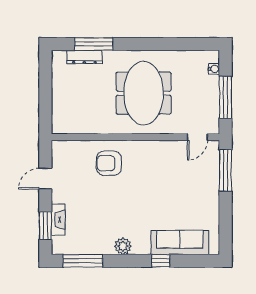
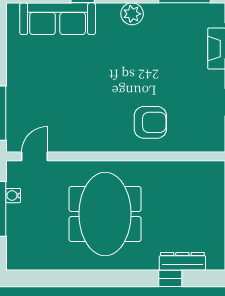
window: (94, 44) -> (170, 278), width x0.46
water cooler: (214, 69) -> (13, 196), moved

